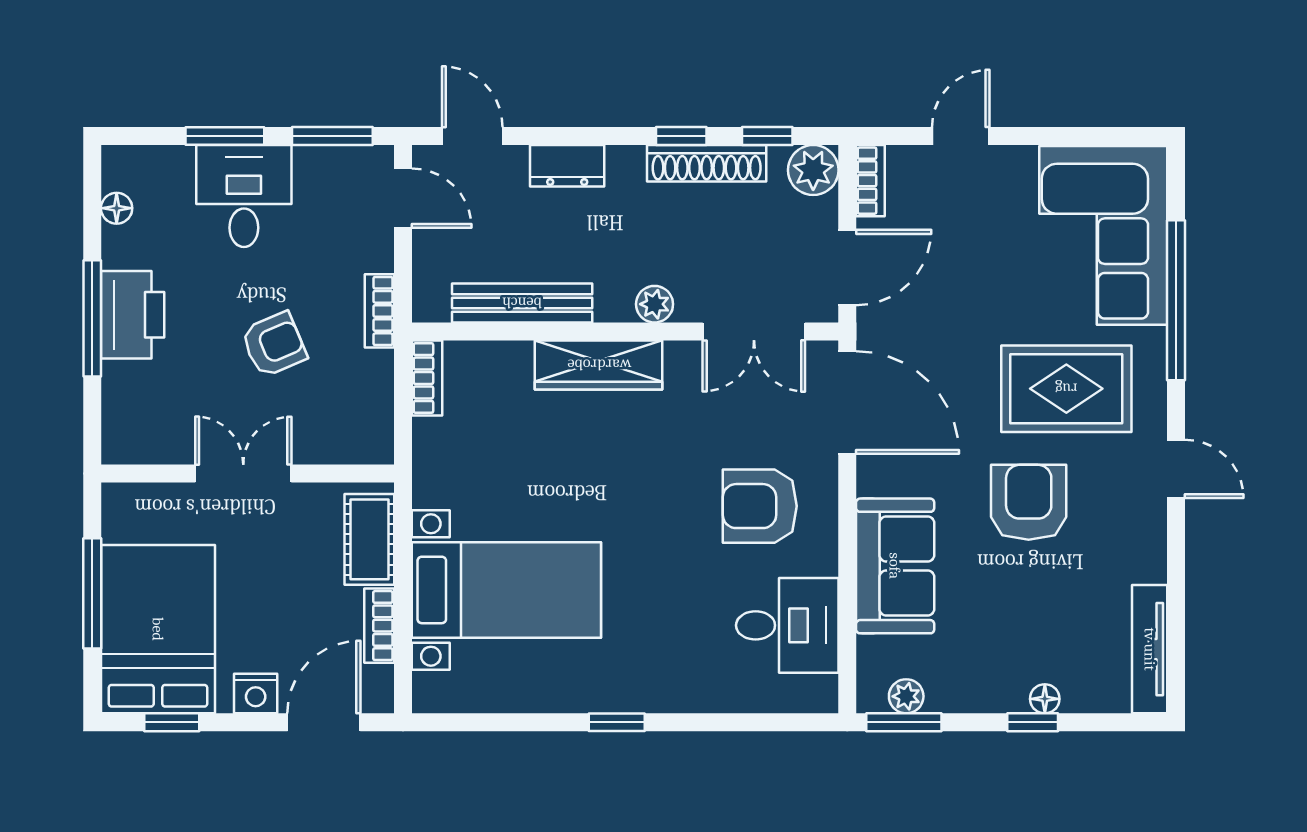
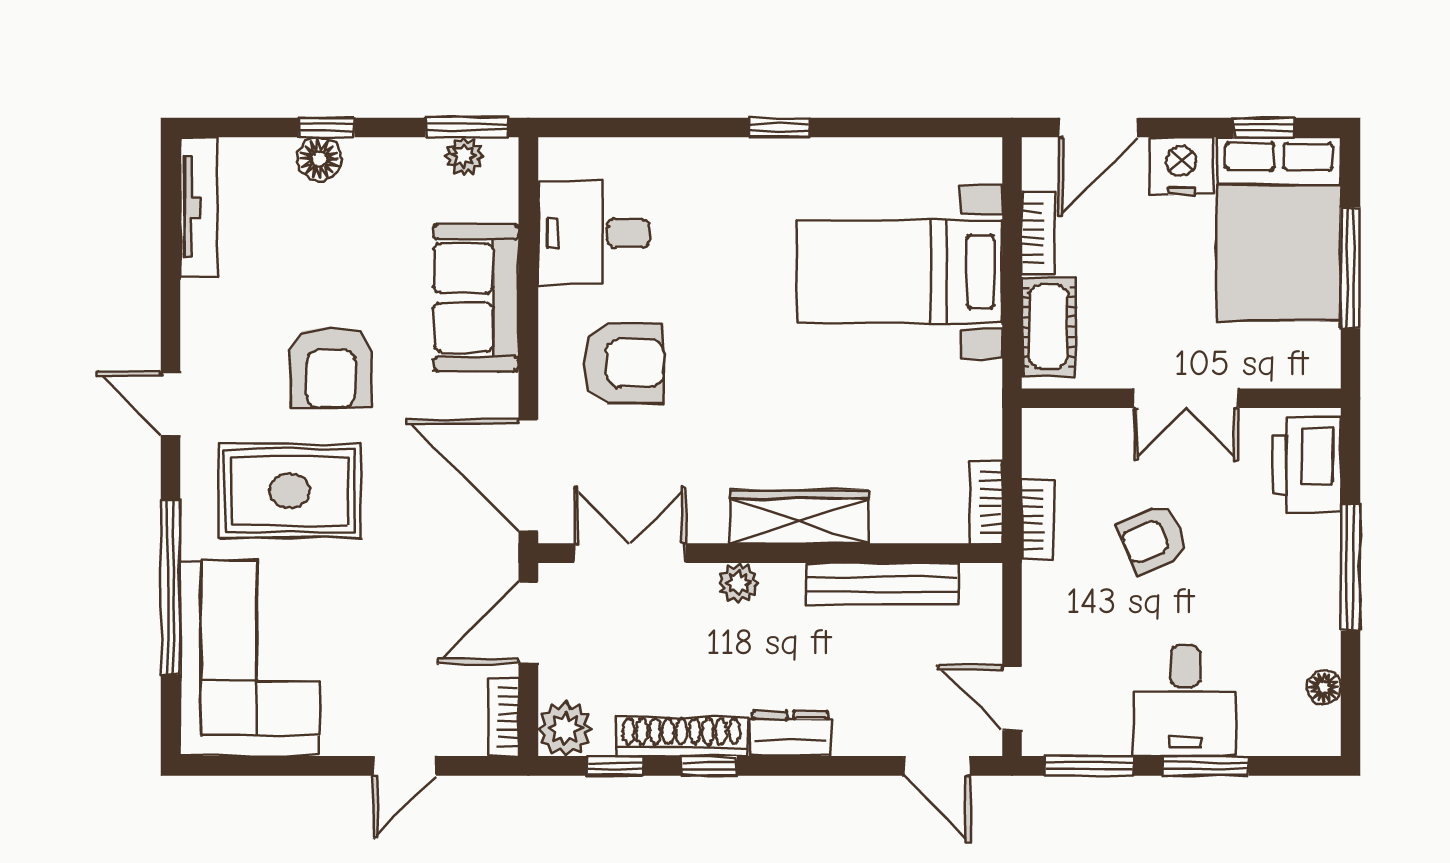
dresser: (567, 166) -> (790, 734), moved
bookcase: (379, 311) -> (1038, 519), moved
printer: (133, 315) -> (1307, 465), moved
nightstand: (256, 694) -> (1181, 166), width x1.36, depth x1.33
floor lamp: (1045, 699) -> (319, 159), width x1.37, depth x1.37

